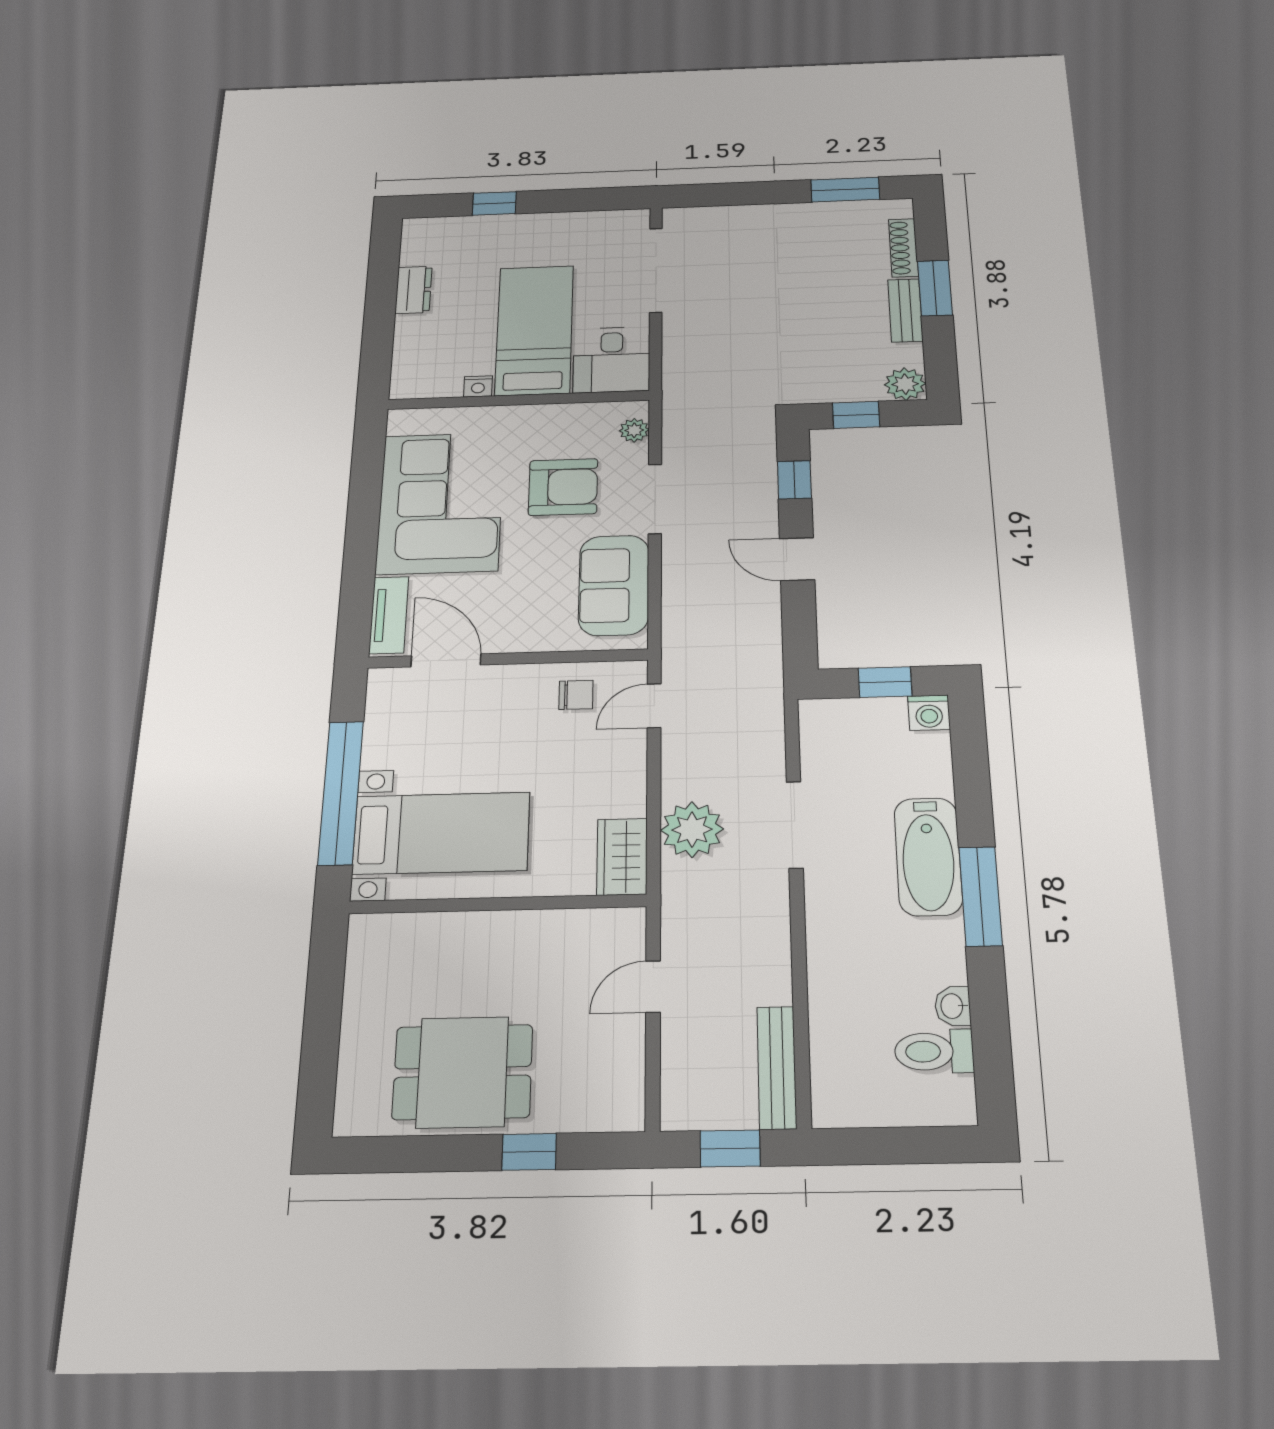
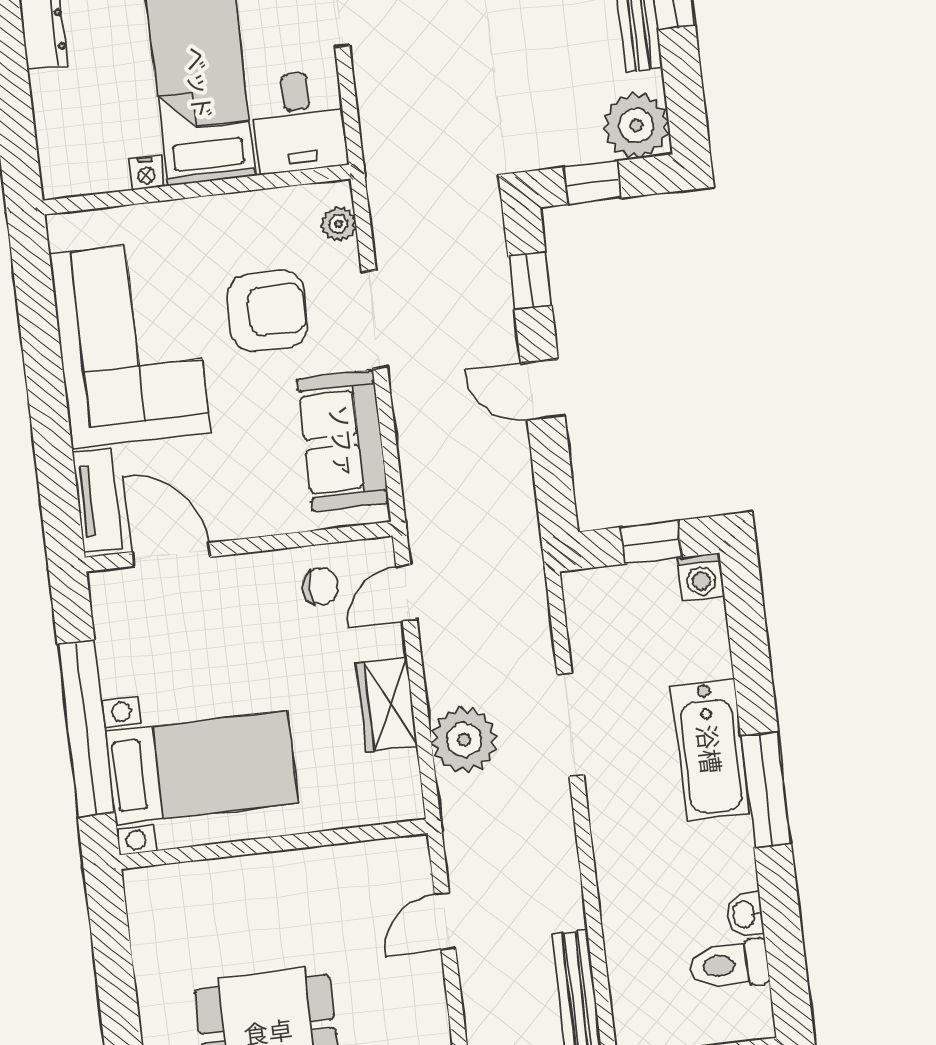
plant: (905, 384) -> (636, 125), width x1.36, depth x1.36
wardrobe: (622, 857) -> (387, 705), moved

